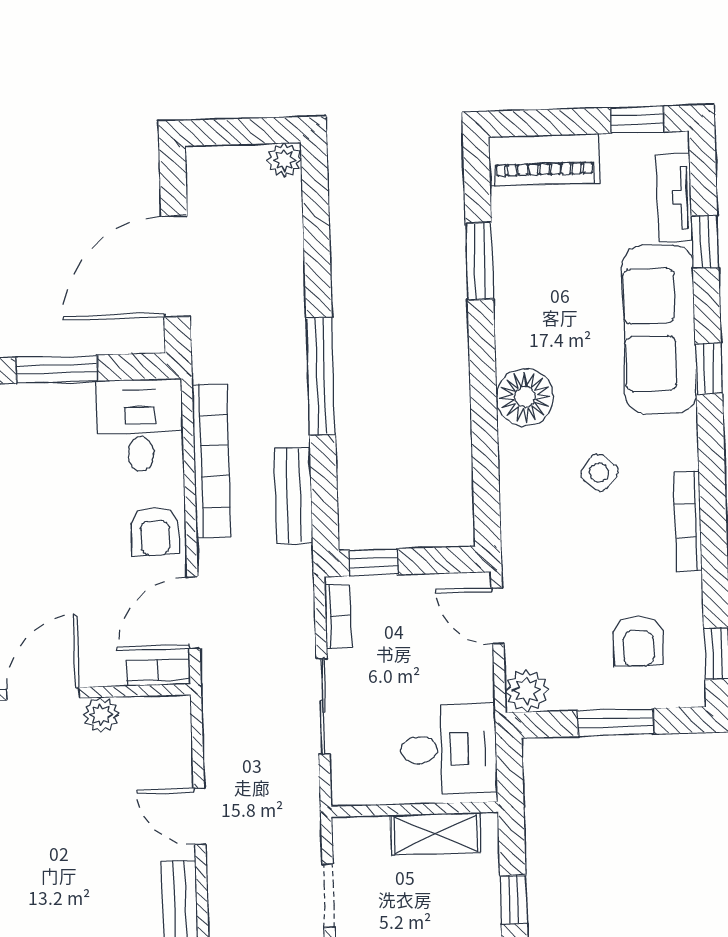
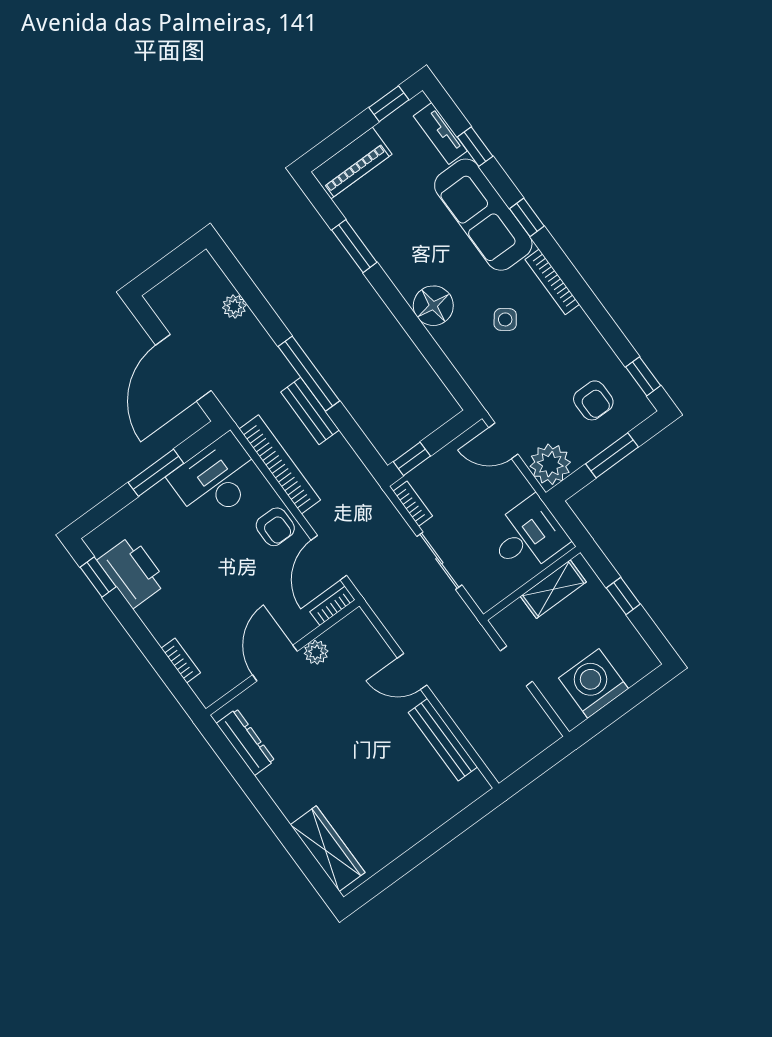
plant: (284, 160) -> (234, 306), moved
desk: (140, 425) -> (217, 479), width x1.37
bench: (293, 495) -> (310, 411), moved
bookcase: (688, 521) -> (552, 282), moved
plant: (527, 690) -> (550, 464), width x1.36, depth x1.36

